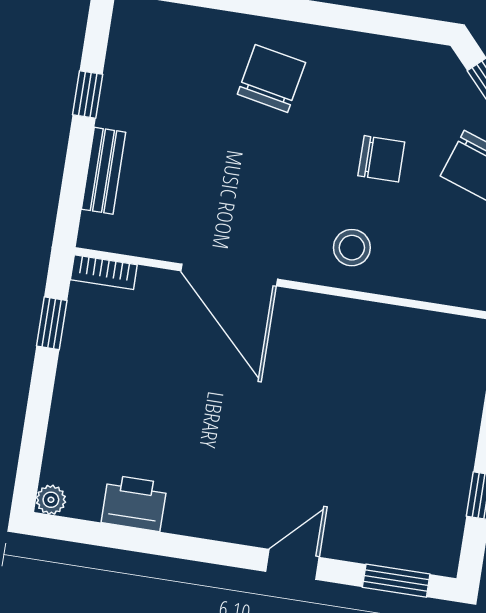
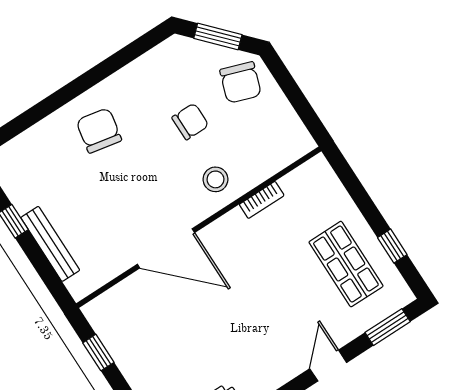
bench: (104, 171) -> (50, 244), width x1.36
bookcase: (104, 272) -> (262, 200), moved
shop shelf: (412, 470) -> (346, 264), added

